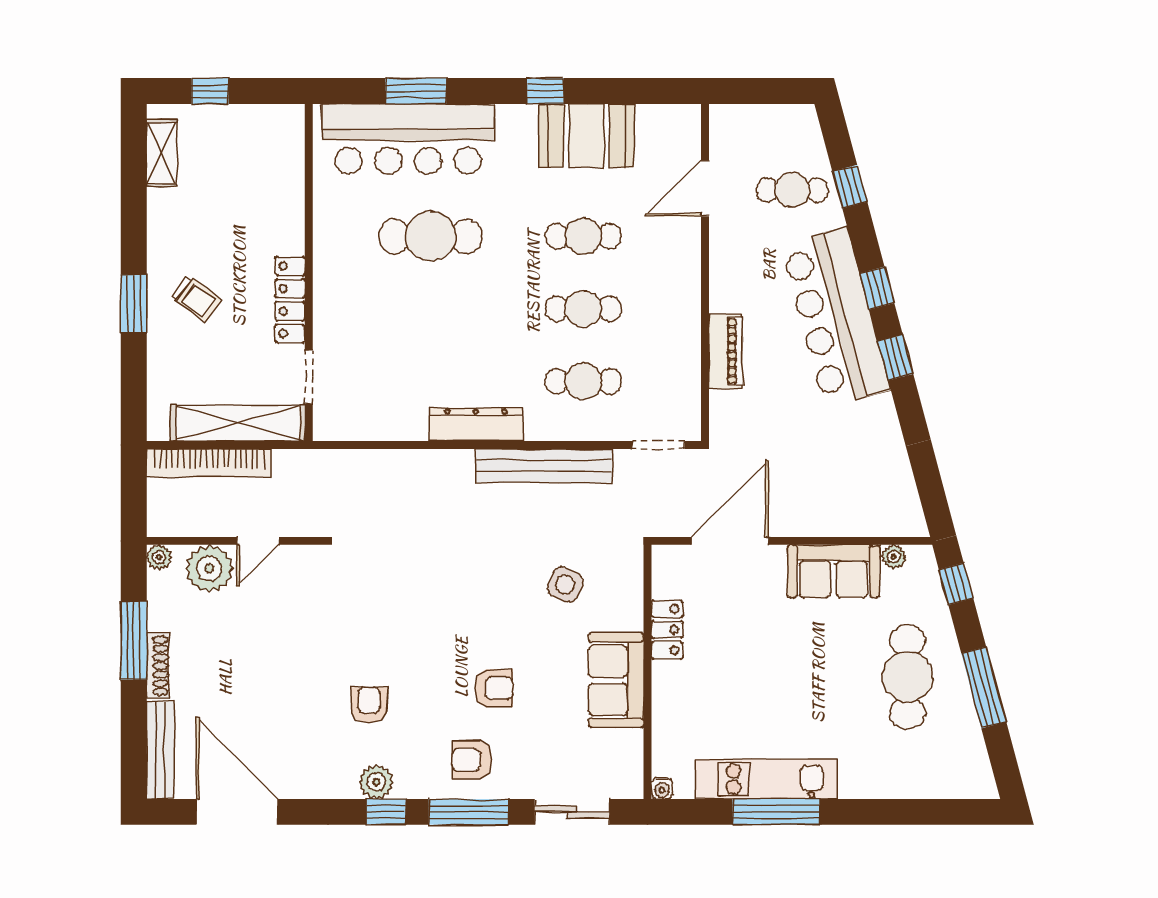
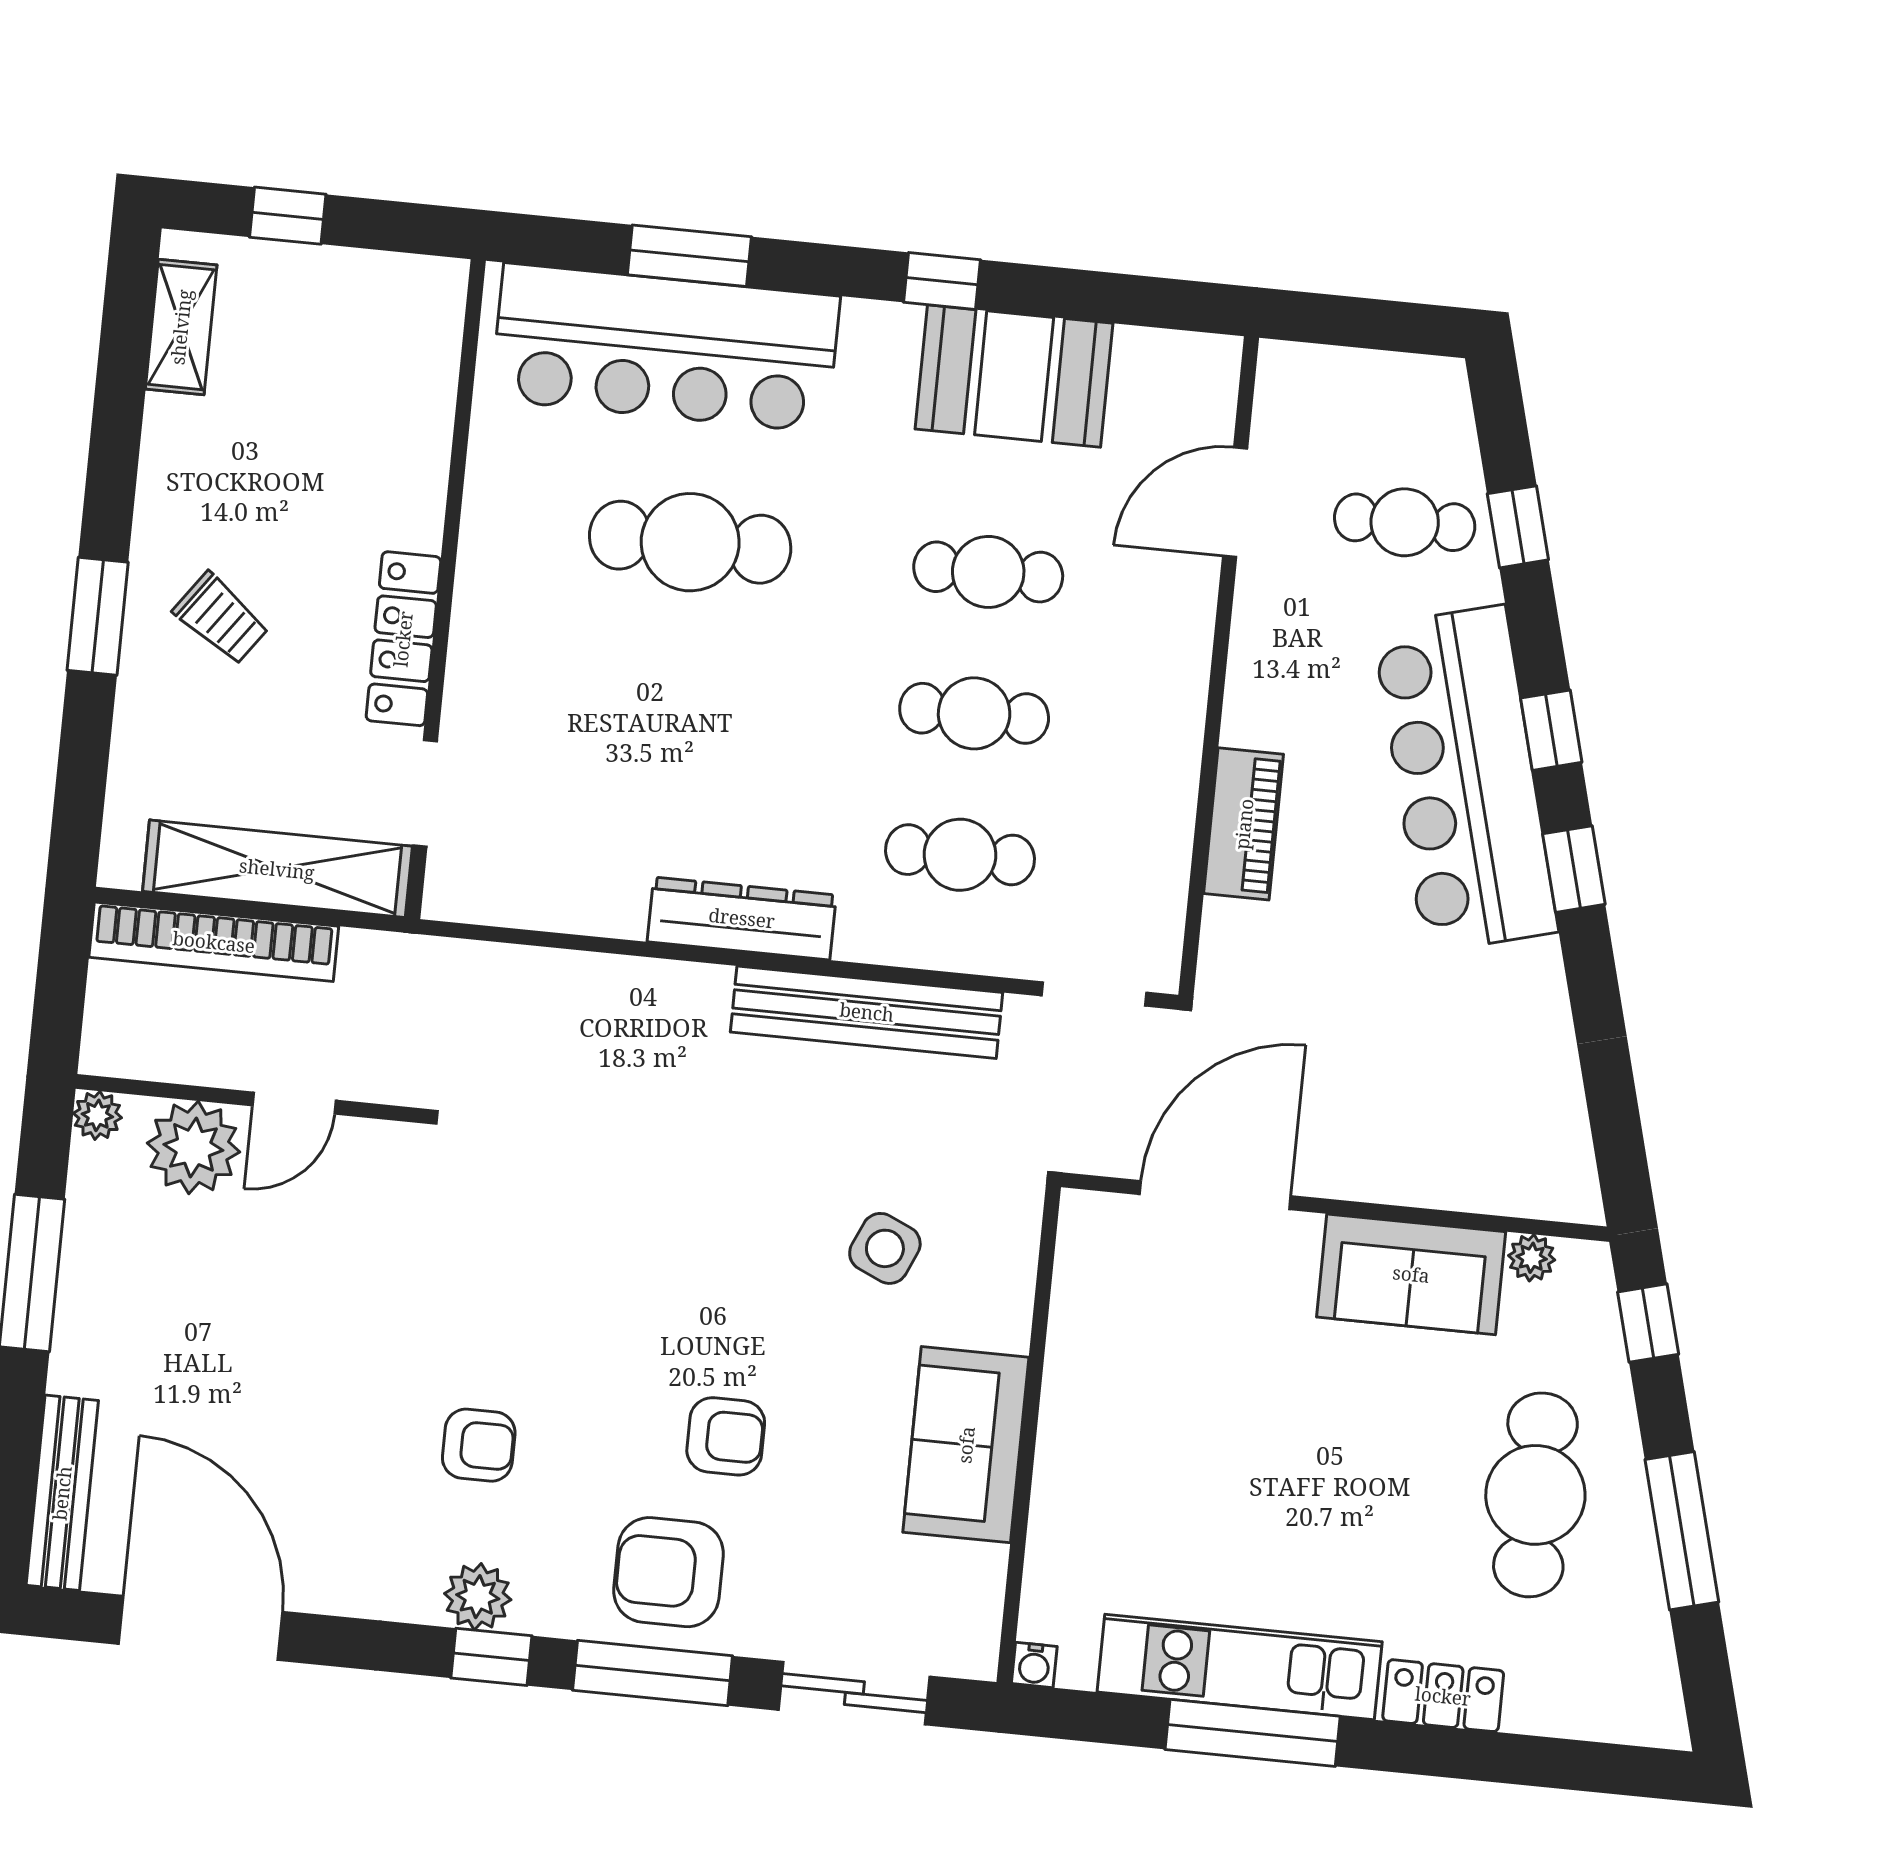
locker: (667, 630) -> (1443, 1696), moved, turned -90
shoe rack: (158, 666) -> (74, 1328), removed
armchair: (369, 705) -> (479, 1445), turned 90
armchair: (472, 760) -> (668, 1572), width x1.38, depth x1.38

